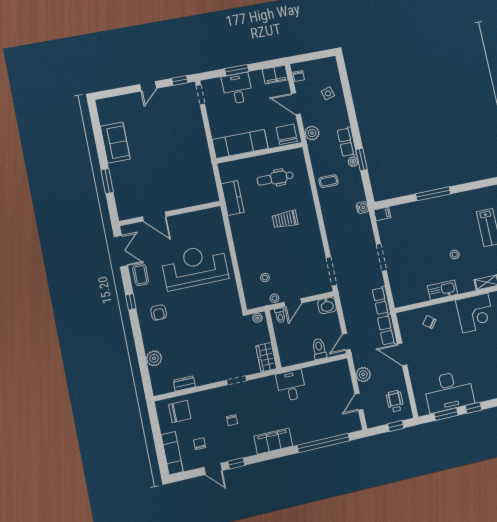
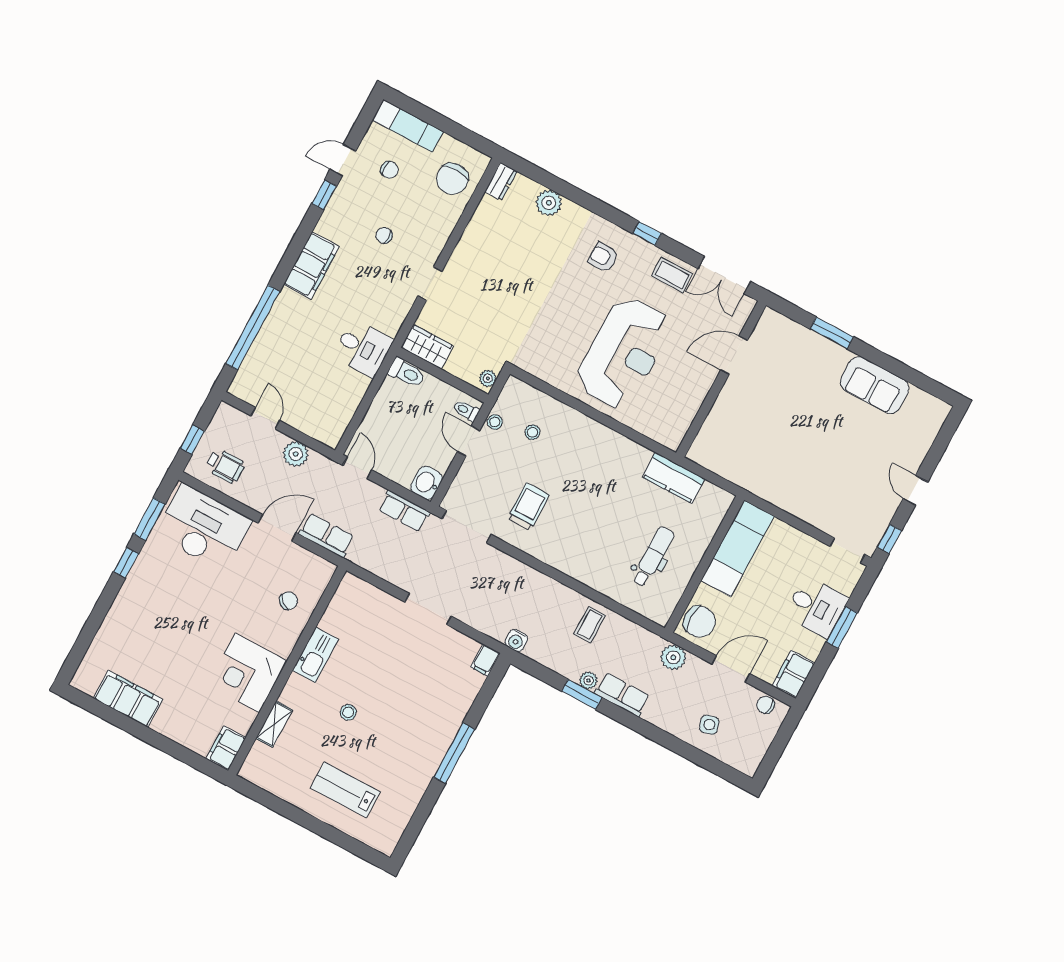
trolley: (285, 219) -> (528, 507), moved
row of seats: (381, 301) -> (404, 511), moved, turned 180
toilet: (319, 349) -> (407, 373), moved
dresser: (184, 383) -> (501, 182), moved
desk: (449, 391) -> (203, 528), moved, turned 90

